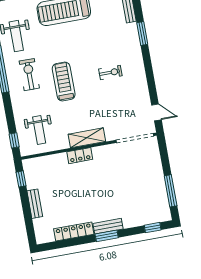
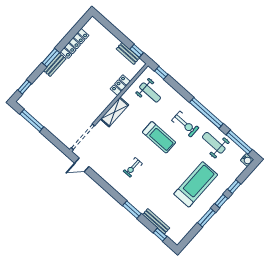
weight bench: (39, 130) -> (150, 93), turned 180
locker: (80, 156) -> (120, 85), moved
bench: (35, 204) -> (128, 53), moved

